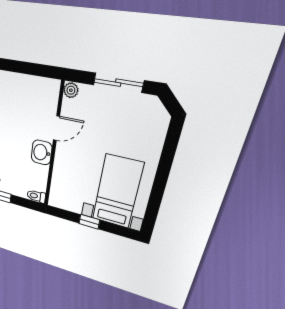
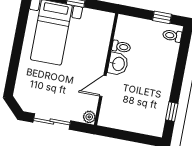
toilet: (36, 196) -> (121, 47), moved

